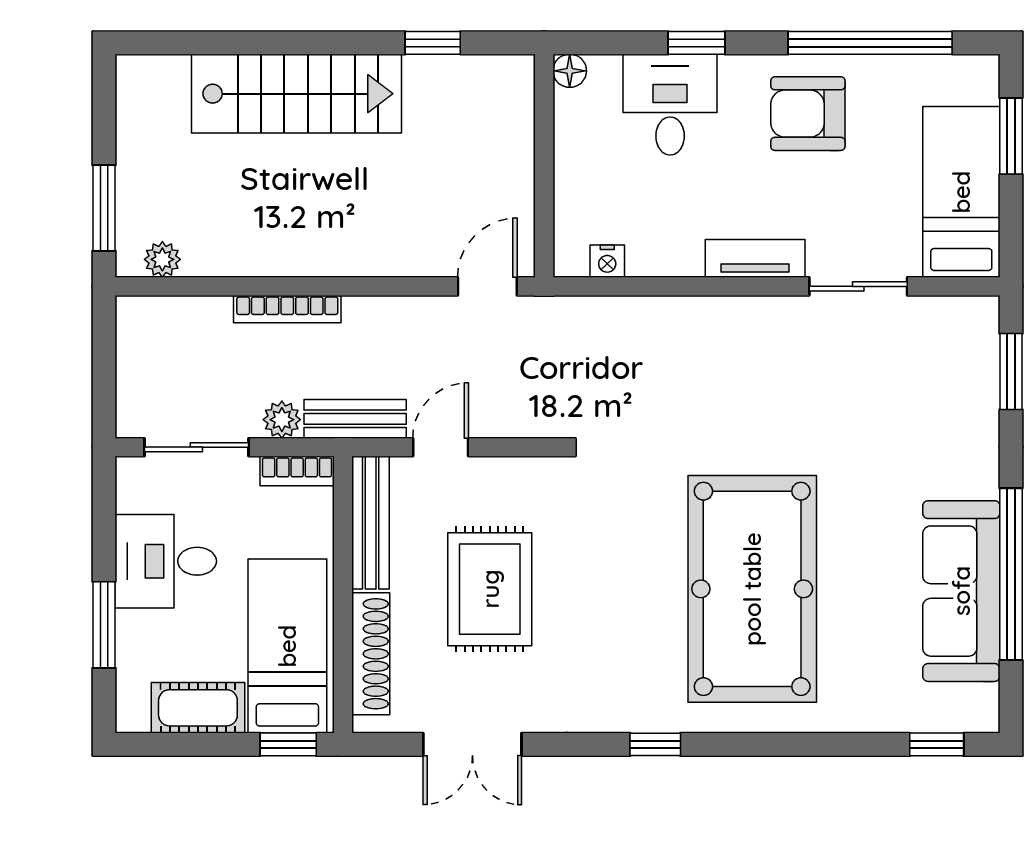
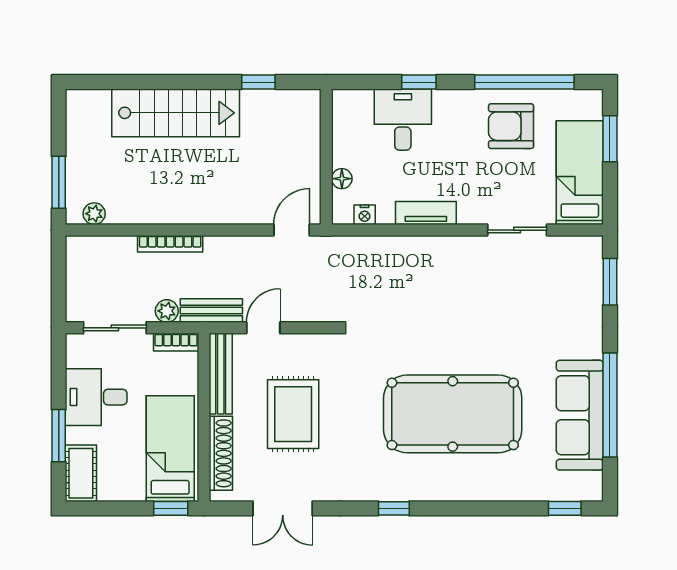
floor lamp: (570, 71) -> (342, 179), moved
armchair: (808, 114) -> (511, 126), moved
tv unit: (755, 258) -> (426, 213), moved
pool table: (752, 589) -> (453, 414), turned 90
cot: (198, 708) -> (81, 473), moved, turned 90

